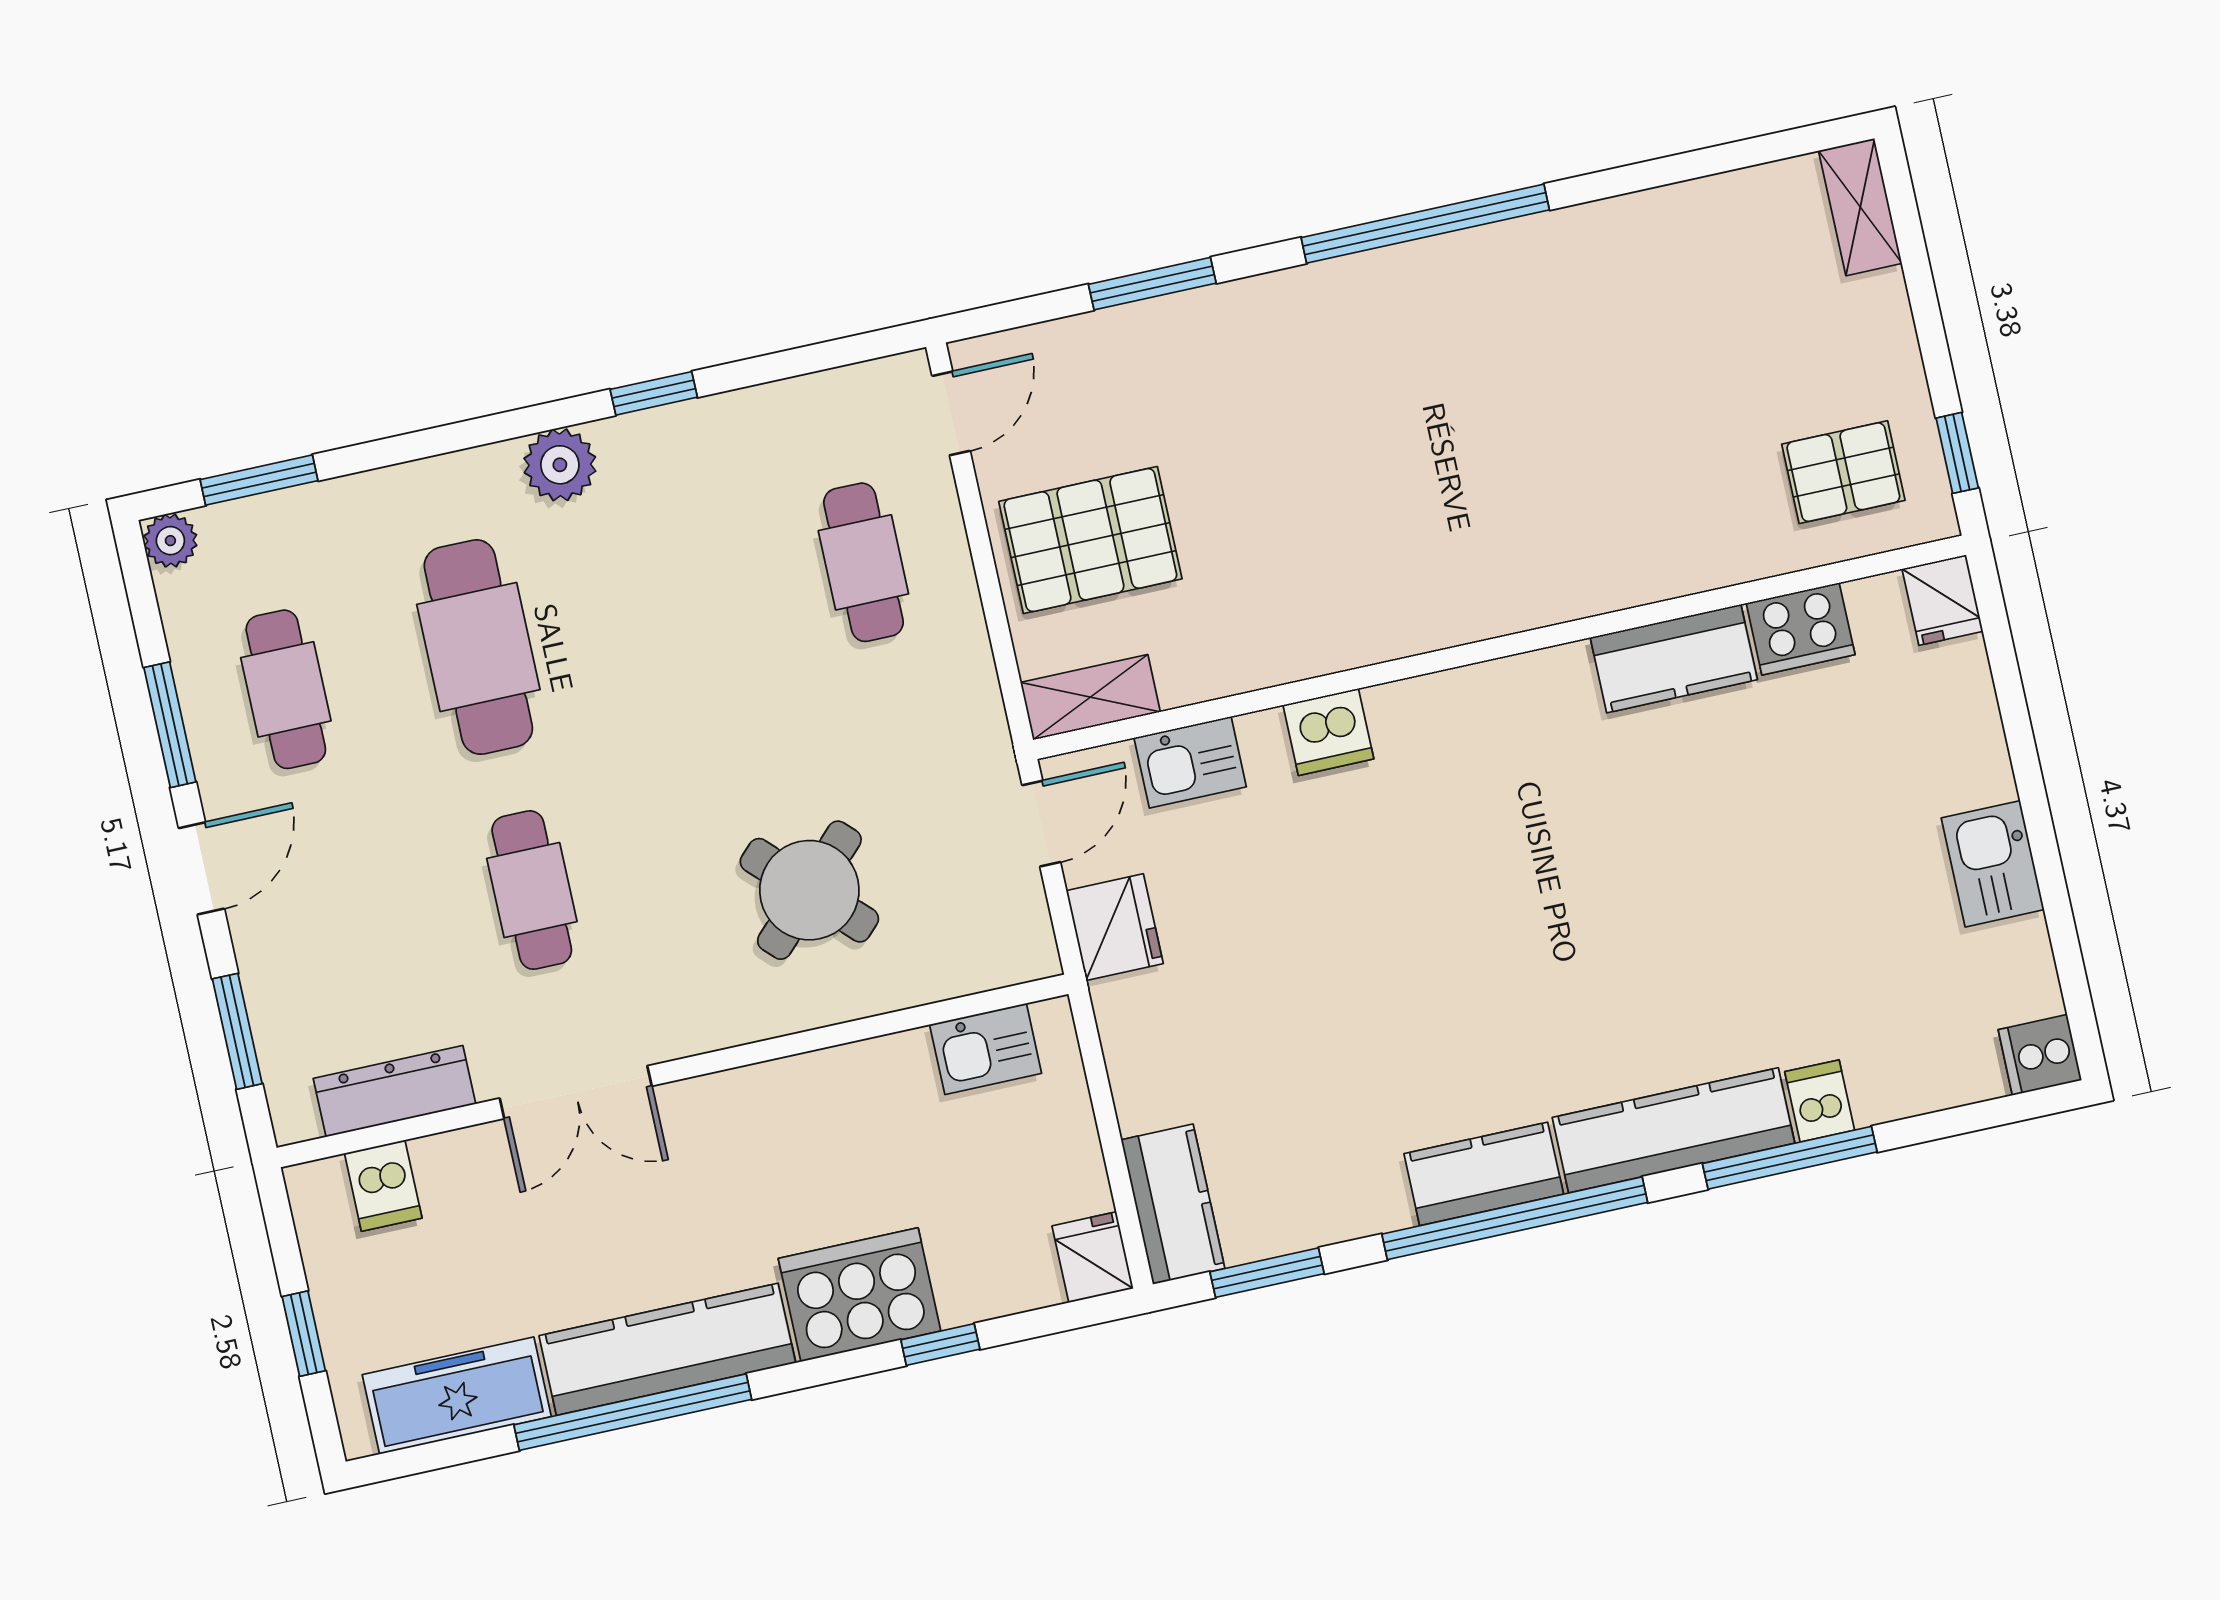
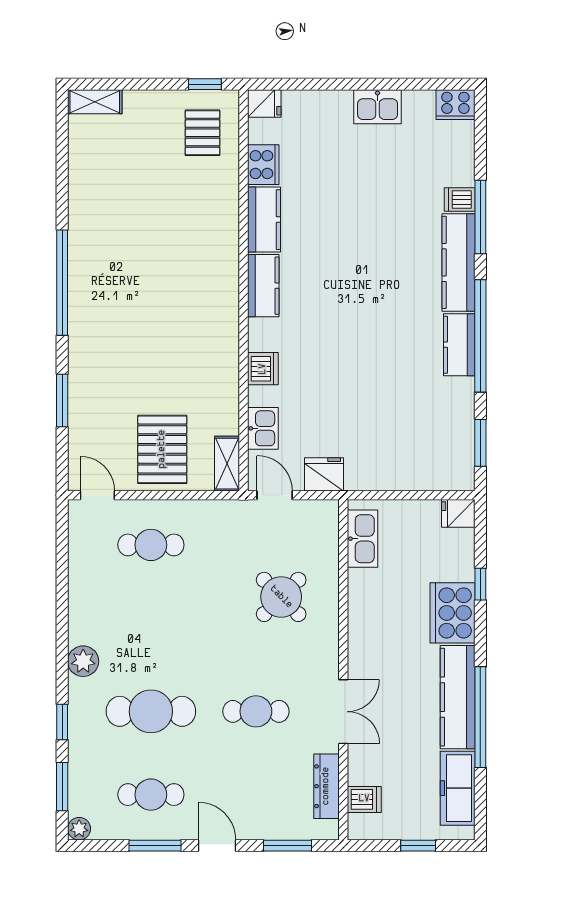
window: (654, 393) -> (62, 722), moved
kitchen sink: (986, 1049) -> (363, 539), width x1.38
cooker: (2040, 1055) -> (455, 105), width x1.36
kitchen counter: (1173, 1204) -> (263, 286), moved, turned 90

